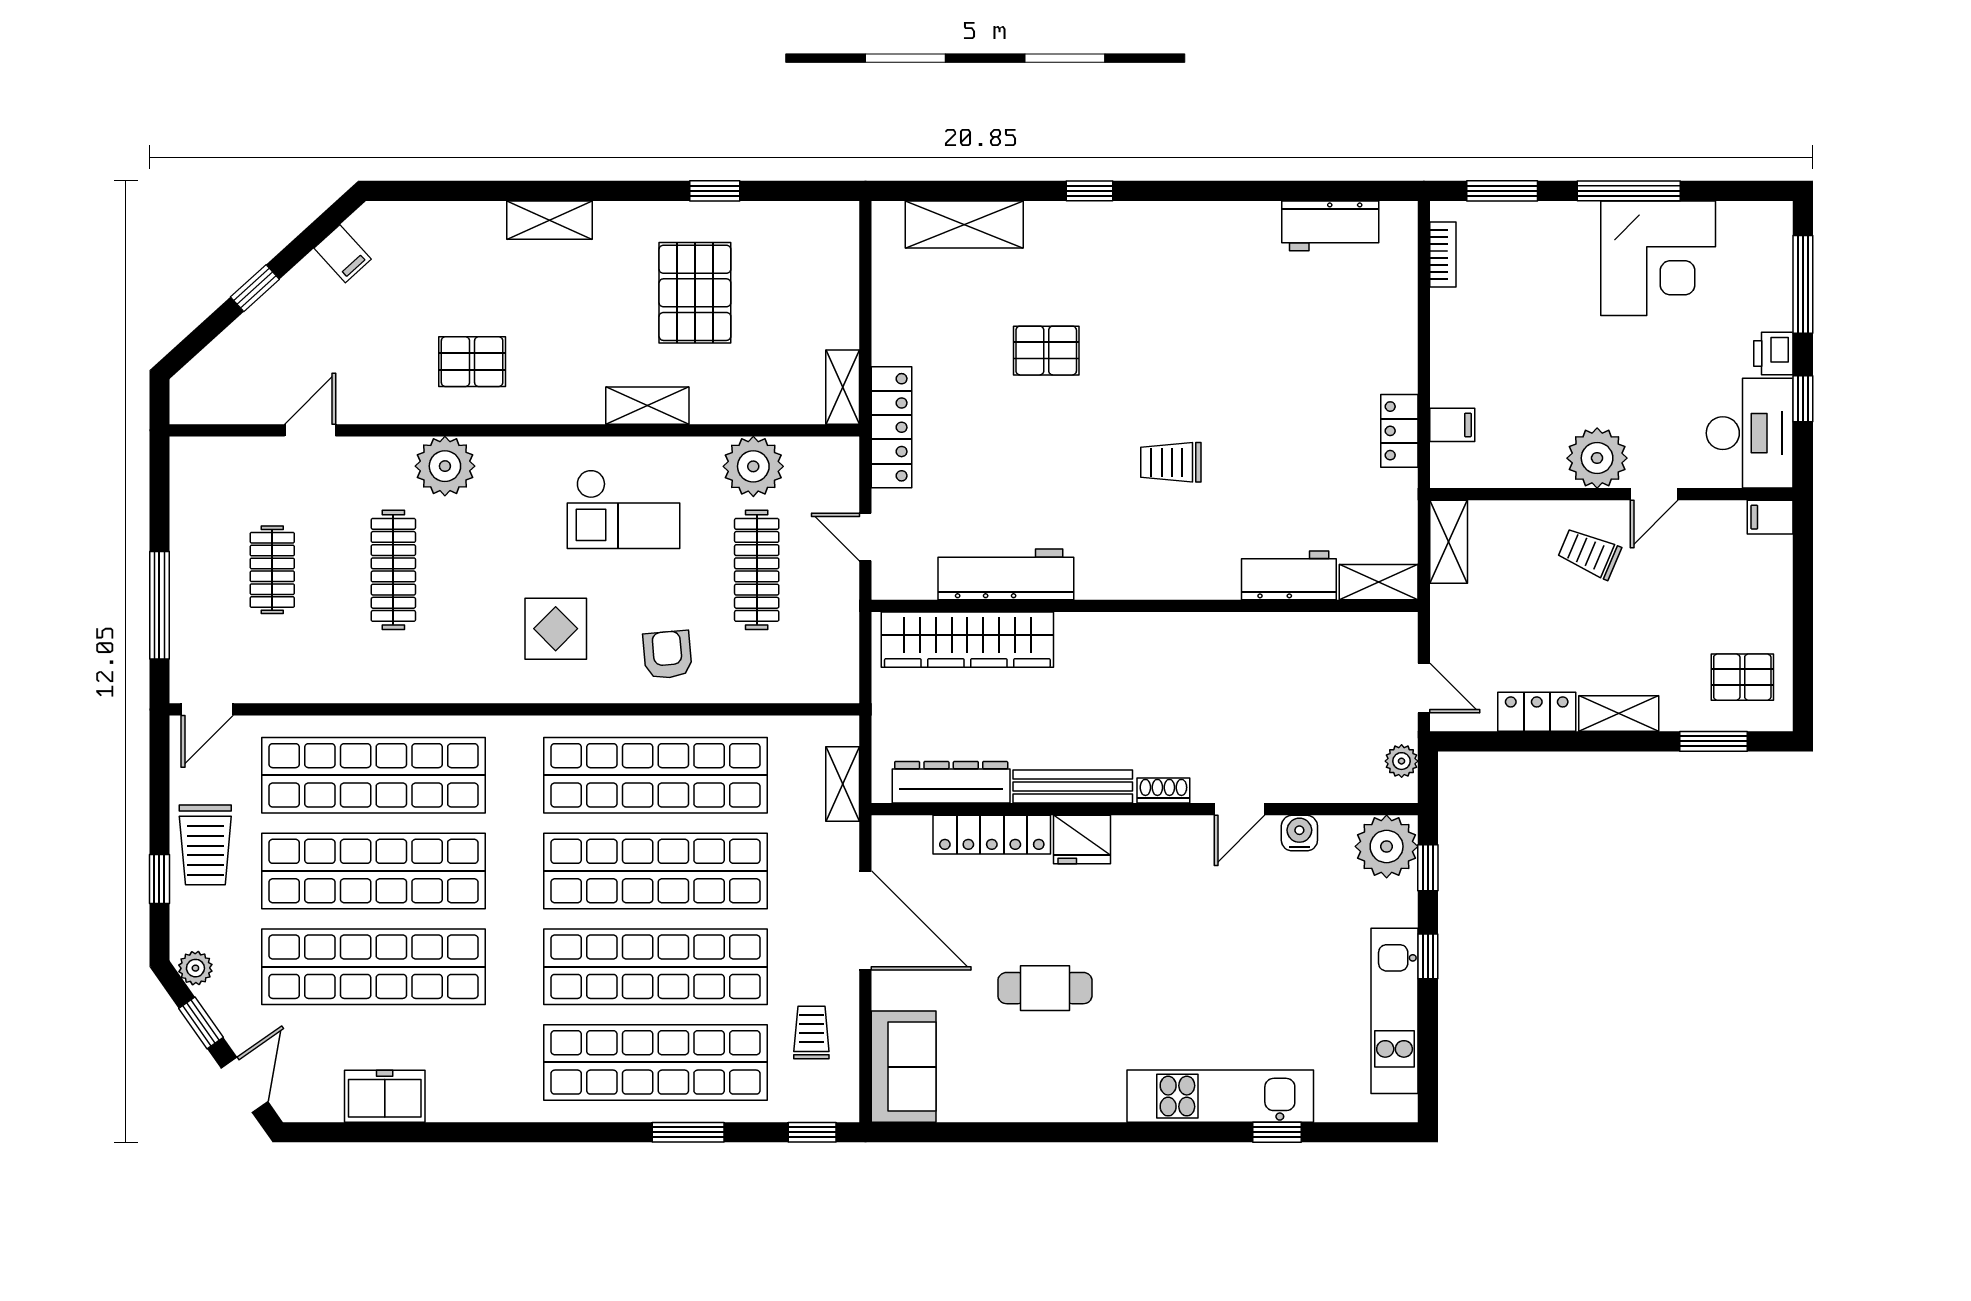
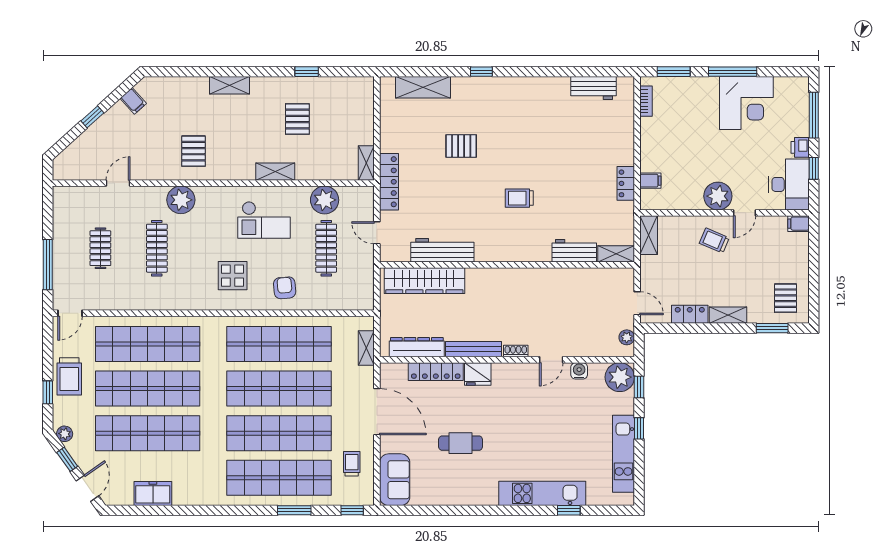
pallet: (695, 293) -> (297, 119), width x0.67, depth x0.71
pallet: (472, 362) -> (194, 151), turned 90
pallet: (1742, 677) -> (786, 298), turned 90

